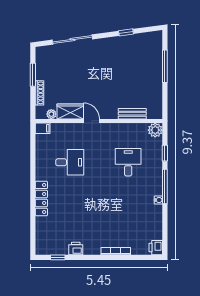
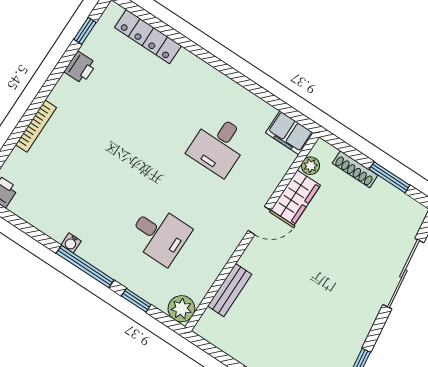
filing cabinet: (43, 128) -> (289, 133), width x2.00
locker: (41, 198) -> (148, 37), moved

